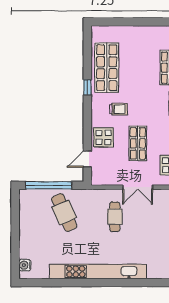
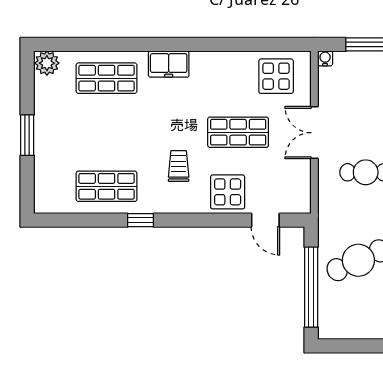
window: (136, 22) -> (27, 135), added
shop shelf: (107, 68) -> (107, 186), width x0.70, depth x0.74
double door: (138, 187) -> (314, 133), swing flipped

